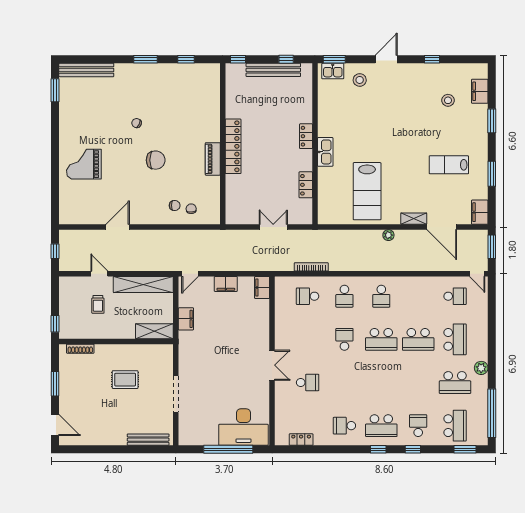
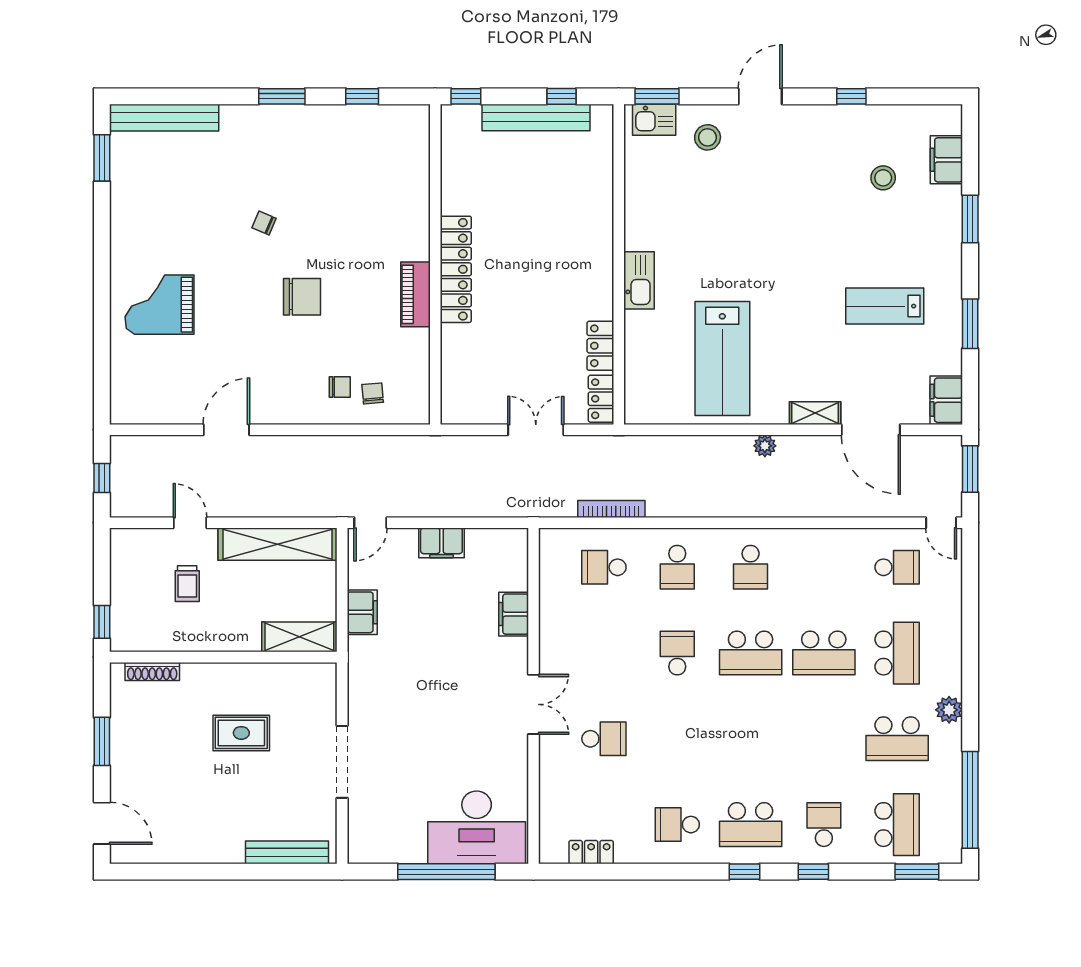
locker: (306, 136) -> (601, 399), moved
filing cabinet: (262, 288) -> (514, 614), moved

